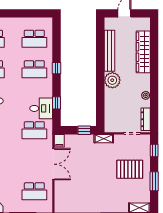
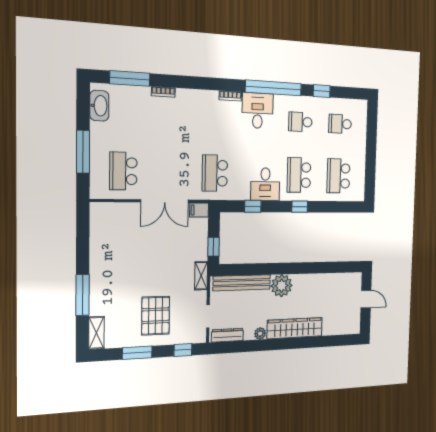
bench: (109, 51) -> (242, 283), moved
wardrobe: (143, 52) -> (295, 328), moved
desk: (41, 108) -> (265, 184), moved

